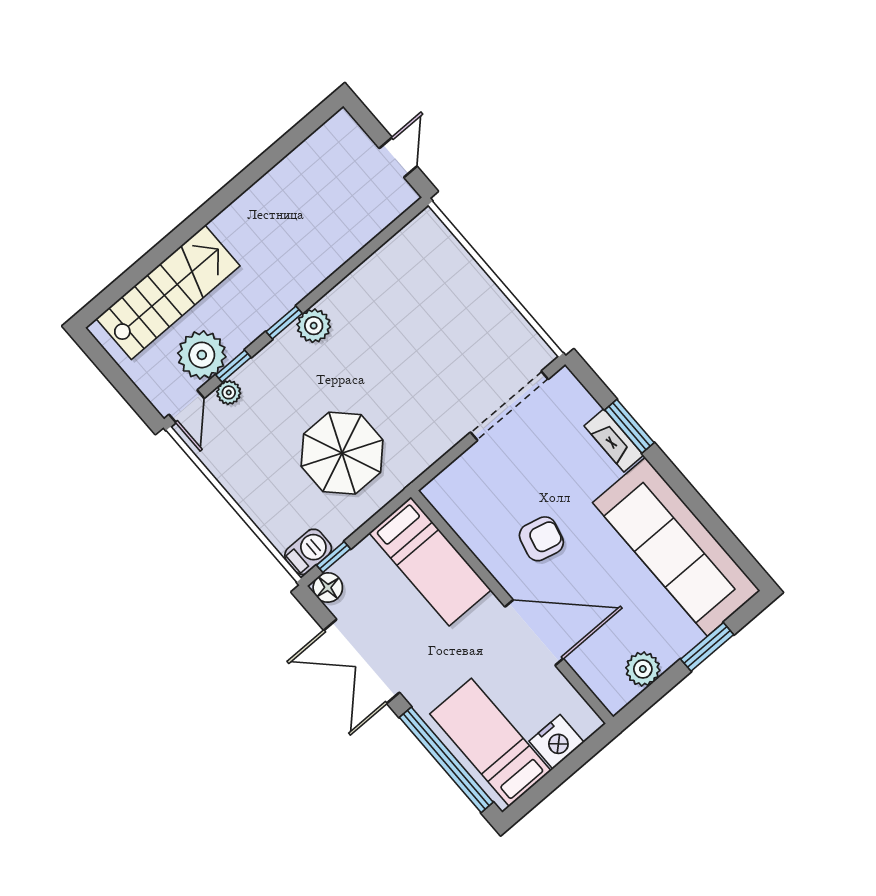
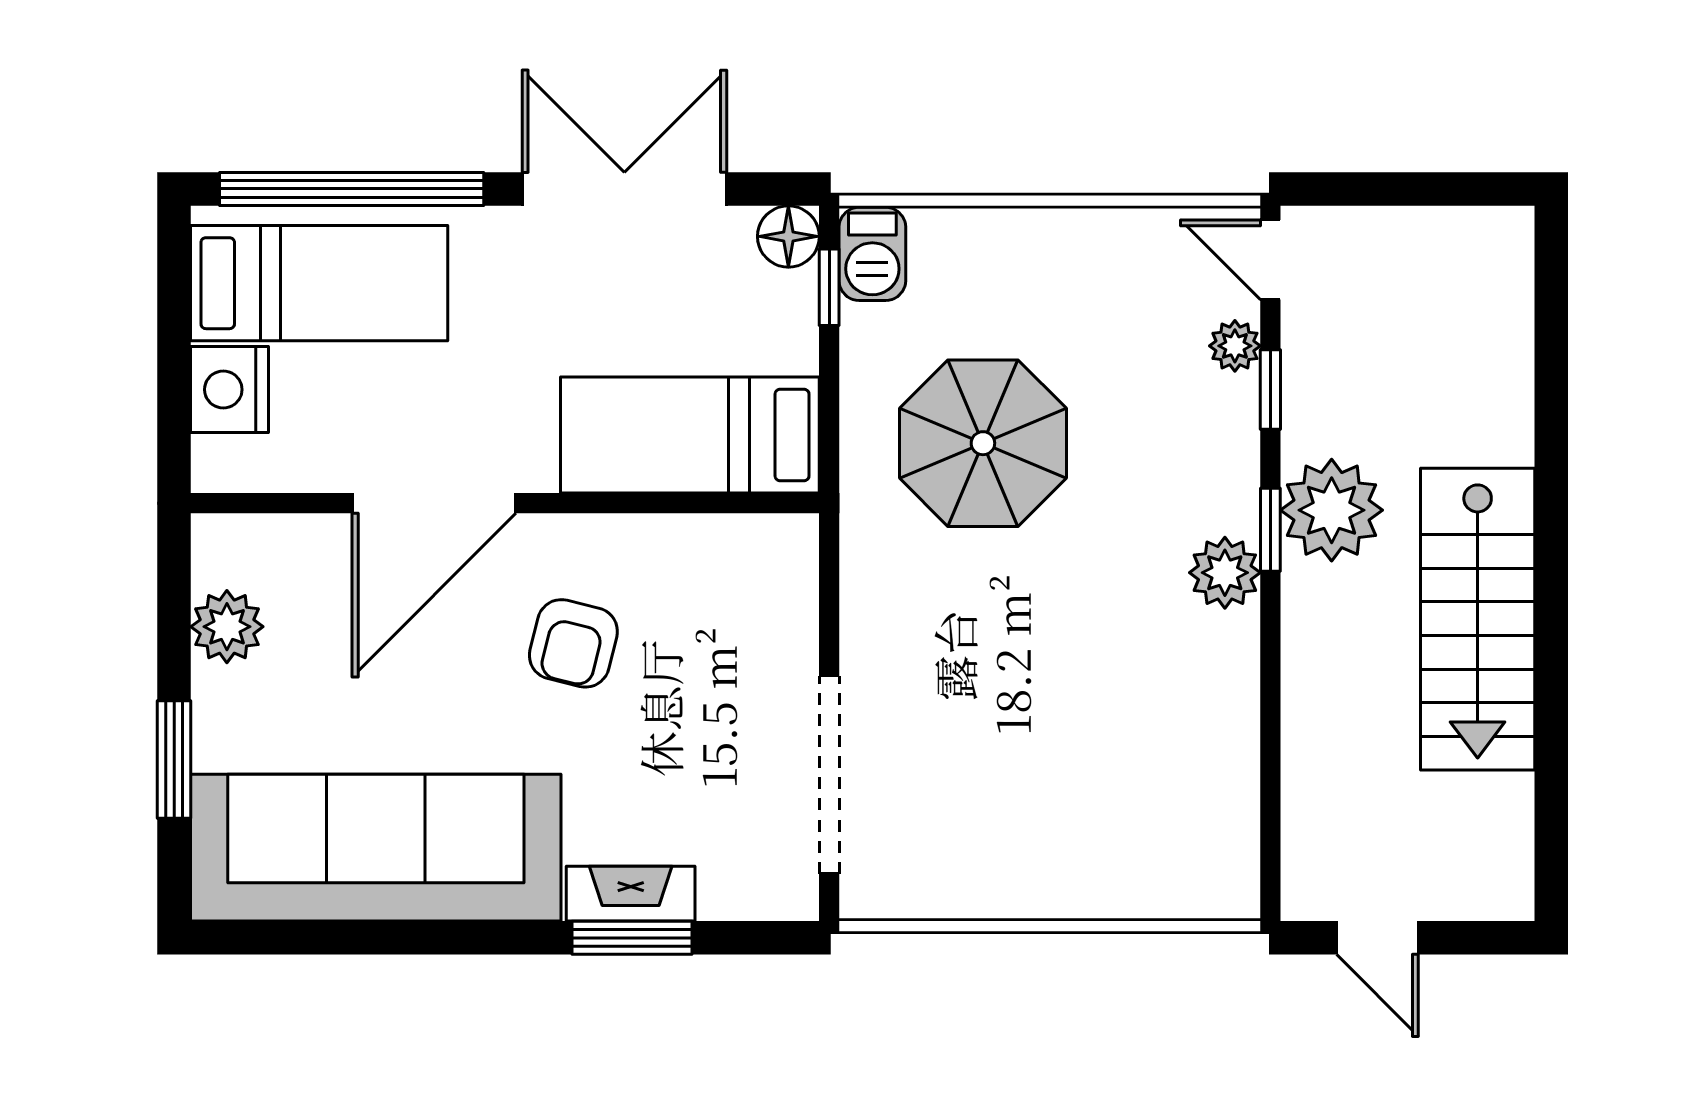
stairs: (168, 292) -> (1478, 619), moved
plant: (202, 355) -> (1332, 510), moved

